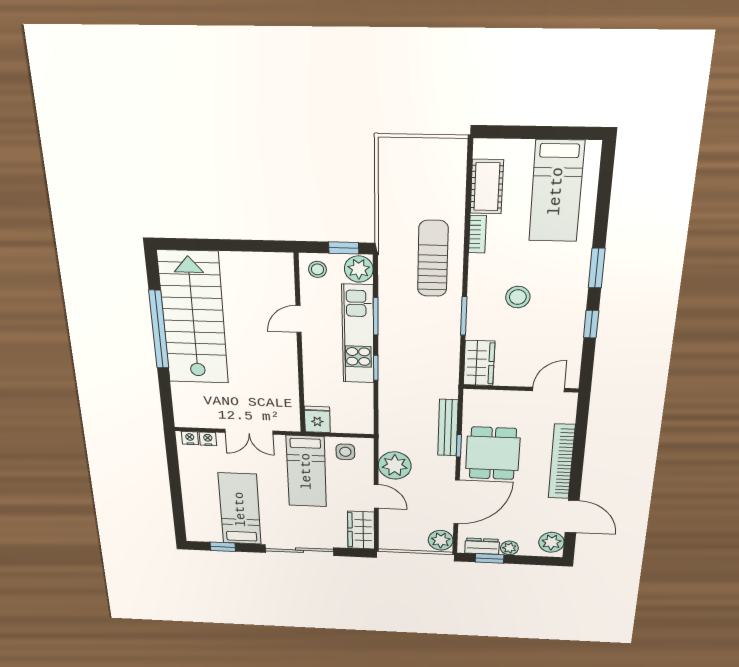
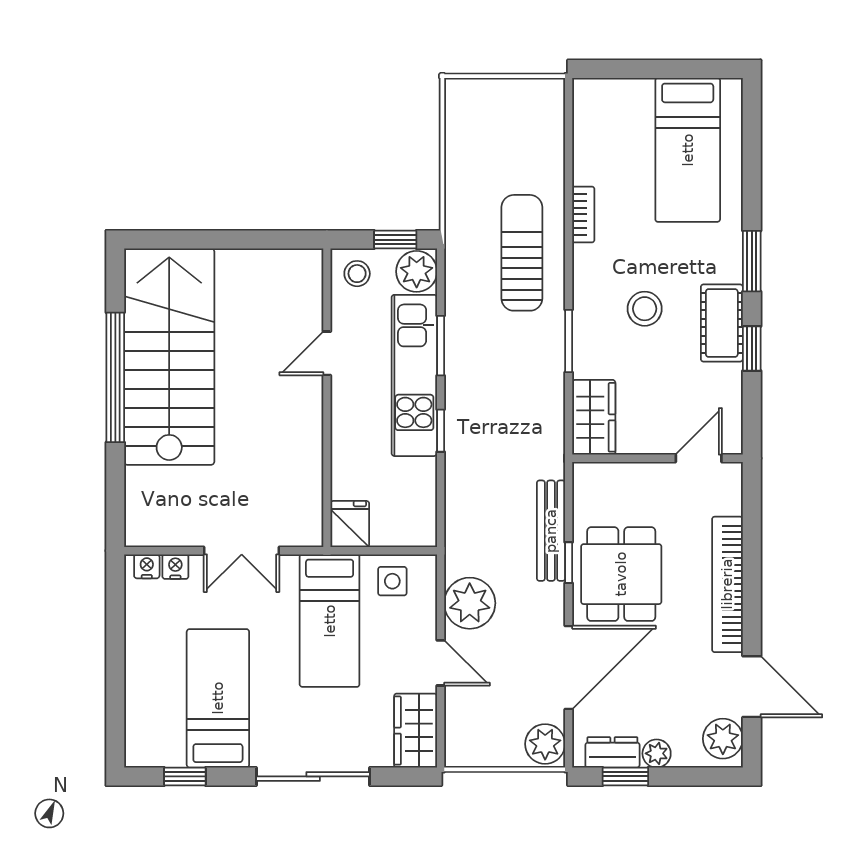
cot: (487, 187) -> (722, 323), moved

